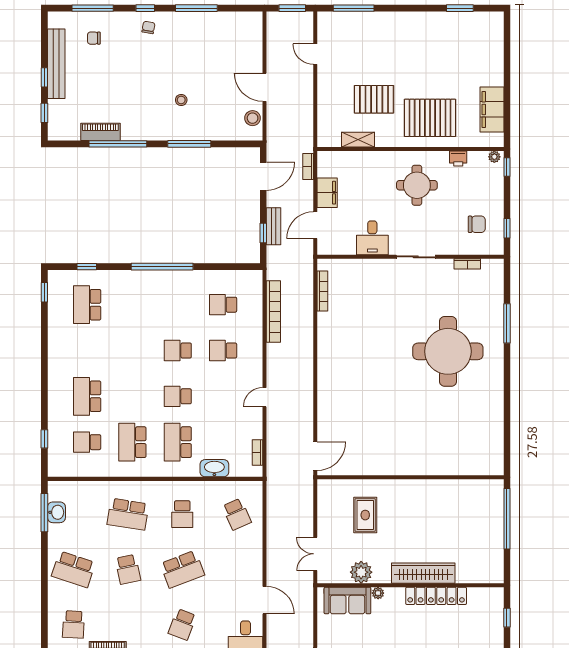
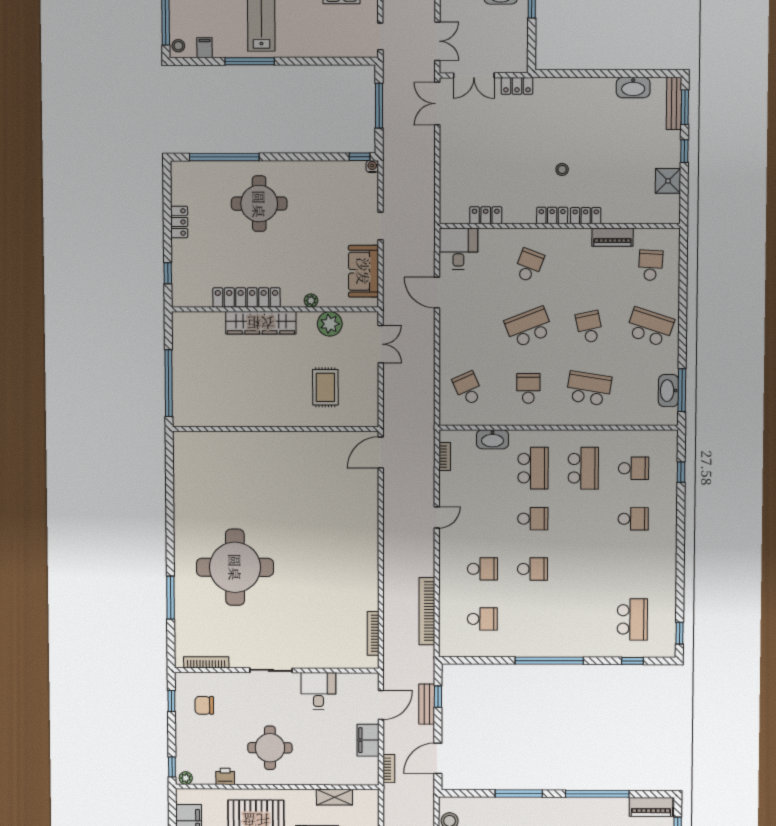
piano: (100, 132) -> (651, 807), moved
bookcase: (467, 264) -> (206, 662), width x1.56
school desk: (87, 396) -> (633, 519), width x0.54
washbasin: (56, 512) -> (668, 391), width x1.38
sofa: (347, 601) -> (363, 271), moved, turned -90

